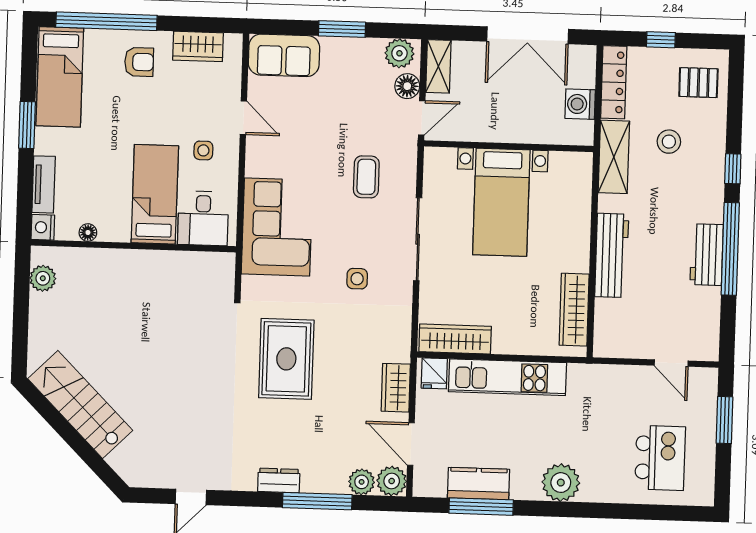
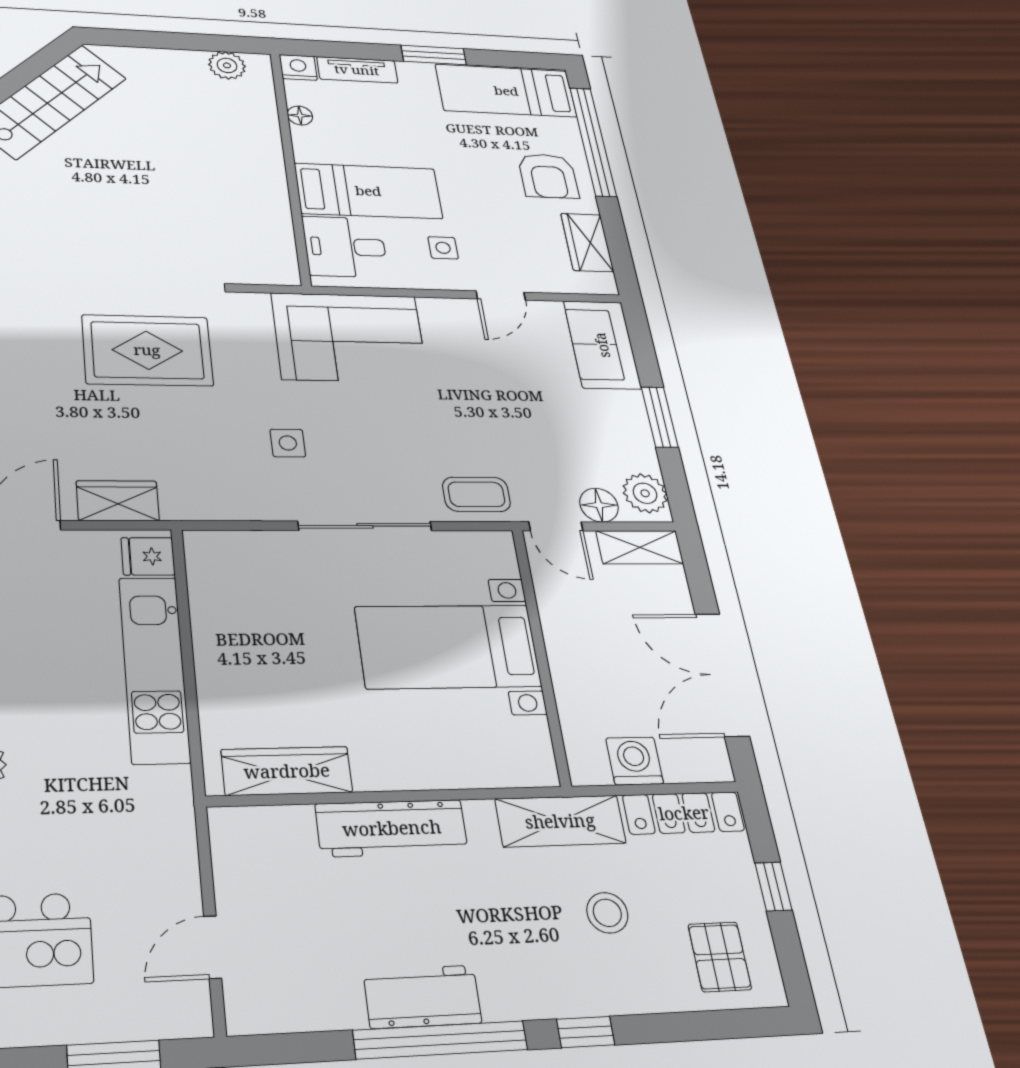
armchair: (139, 62) -> (548, 176), width x1.38, depth x1.38
coffee table: (366, 177) -> (476, 494), moved
wardrobe: (455, 339) -> (210, 585), removed

